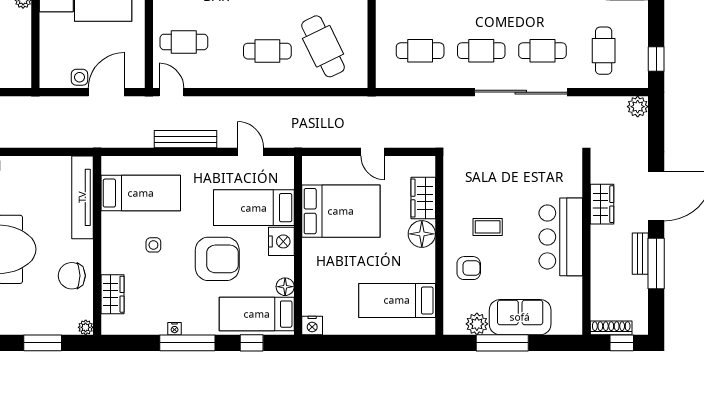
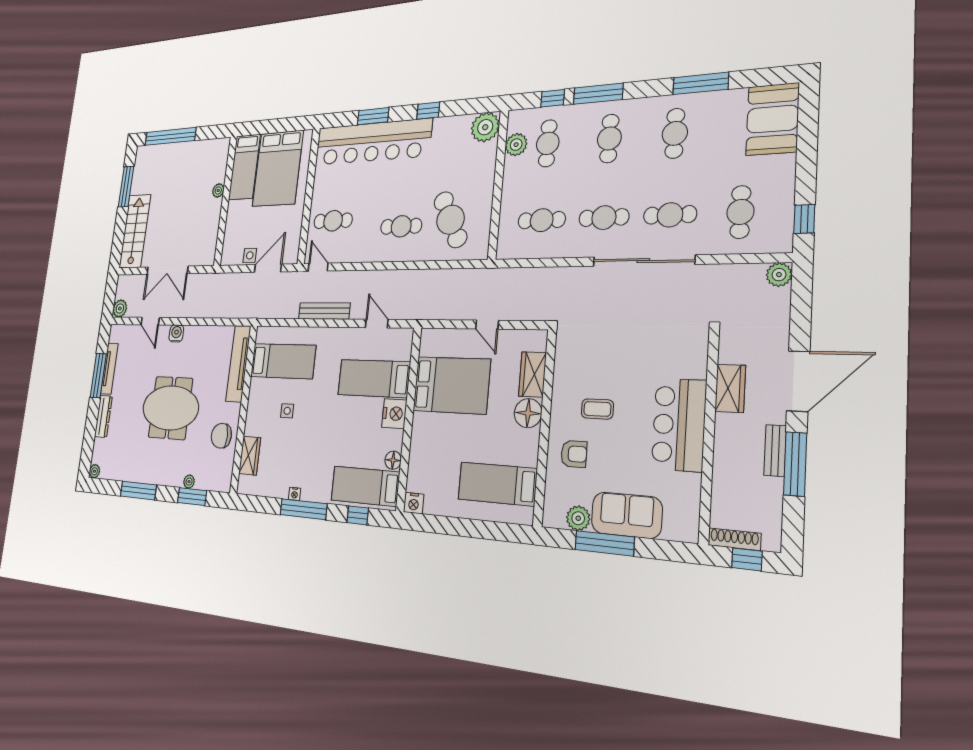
armchair: (217, 259) -> (337, 428), removed
plant: (86, 327) -> (189, 482), moved

